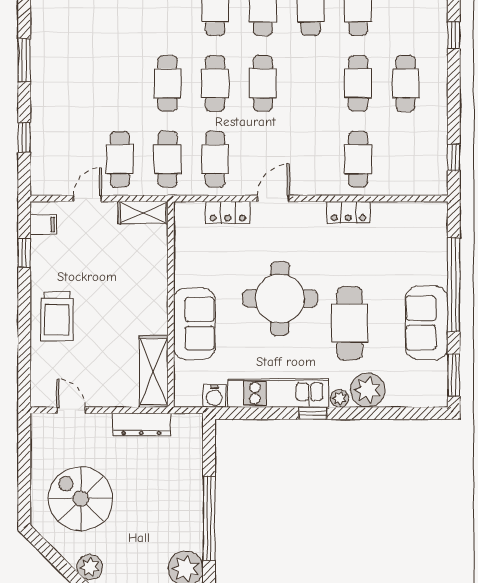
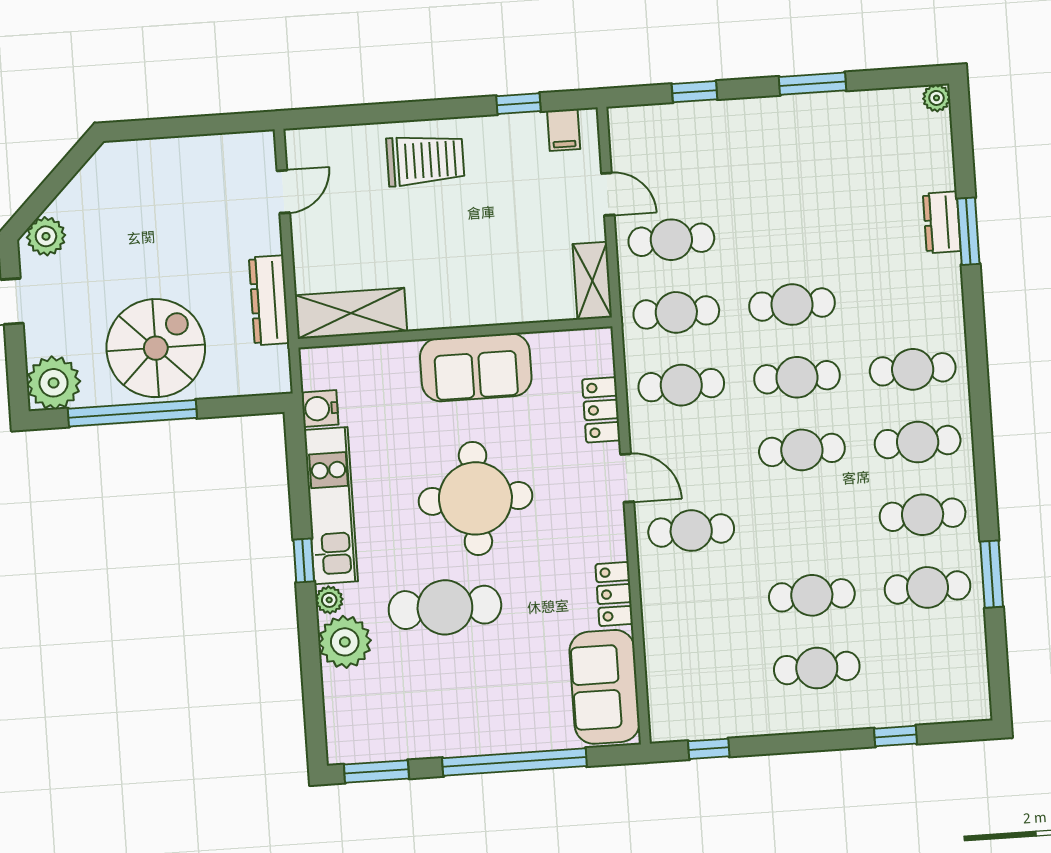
cafe table: (358, 159) -> (691, 531), moved
trolley: (57, 316) -> (425, 160), turned 180
sofa: (427, 323) -> (605, 687), moved, turned -90
sofa: (194, 324) -> (476, 367), moved
spiral stairs: (81, 499) -> (156, 348), moved

